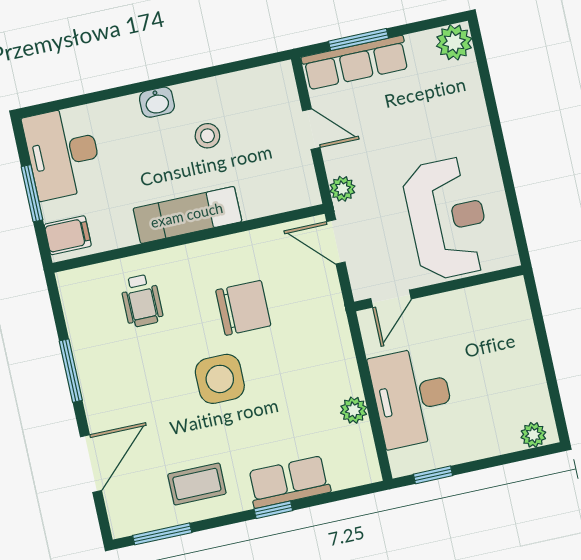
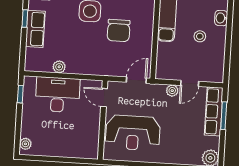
plant: (342, 189) -> (172, 91), moved

